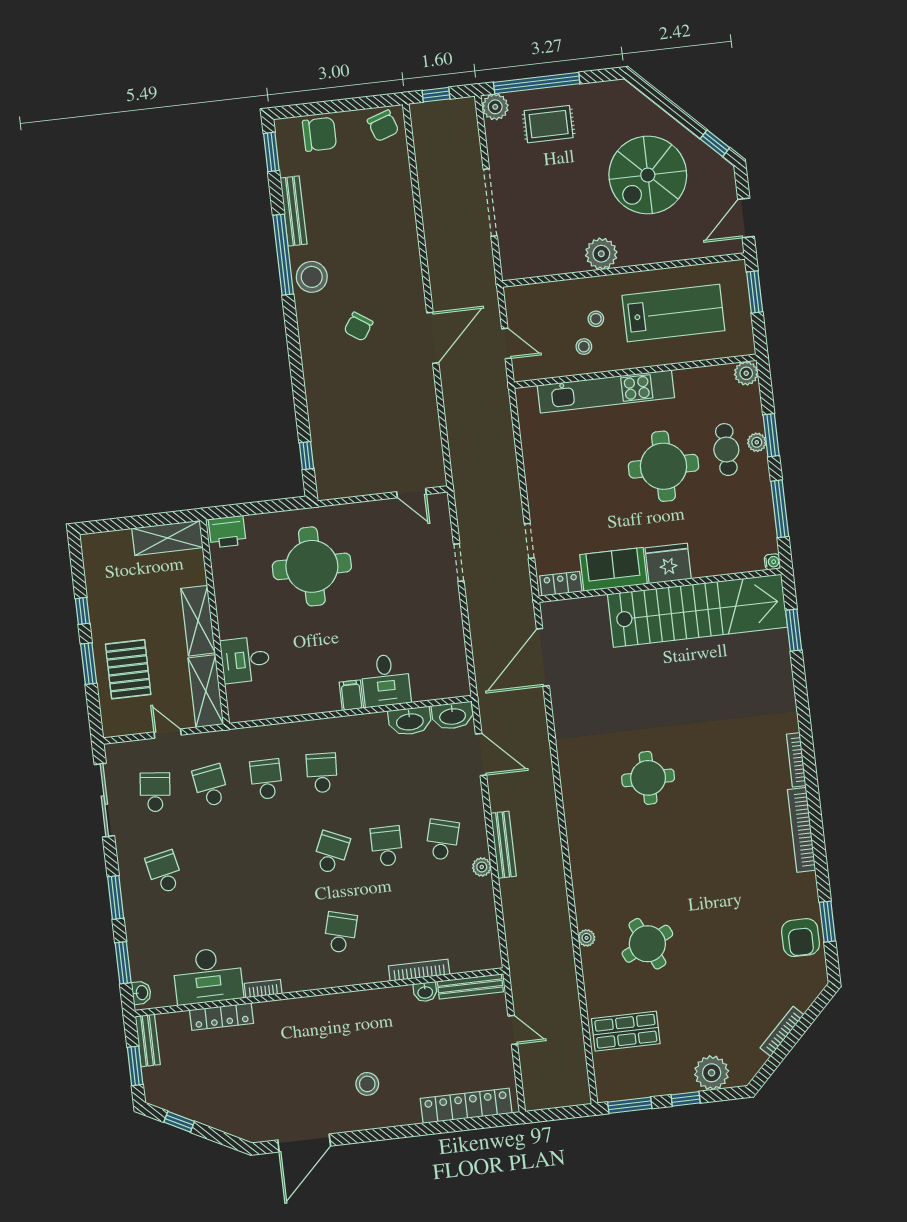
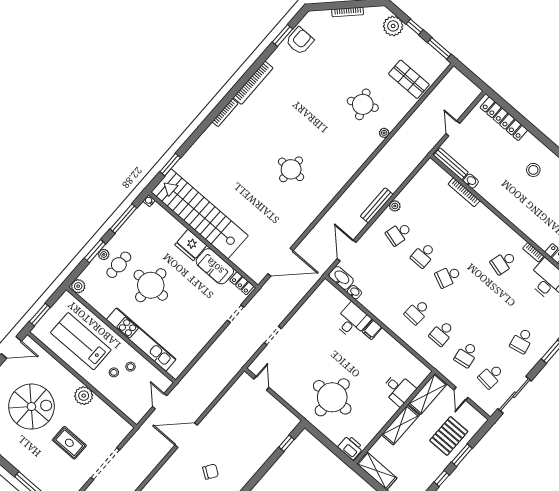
rug: (549, 124) -> (69, 443), moved
washbasin: (410, 721) -> (354, 292), width x0.52, depth x0.69
school desk: (340, 933) -> (503, 262), moved

